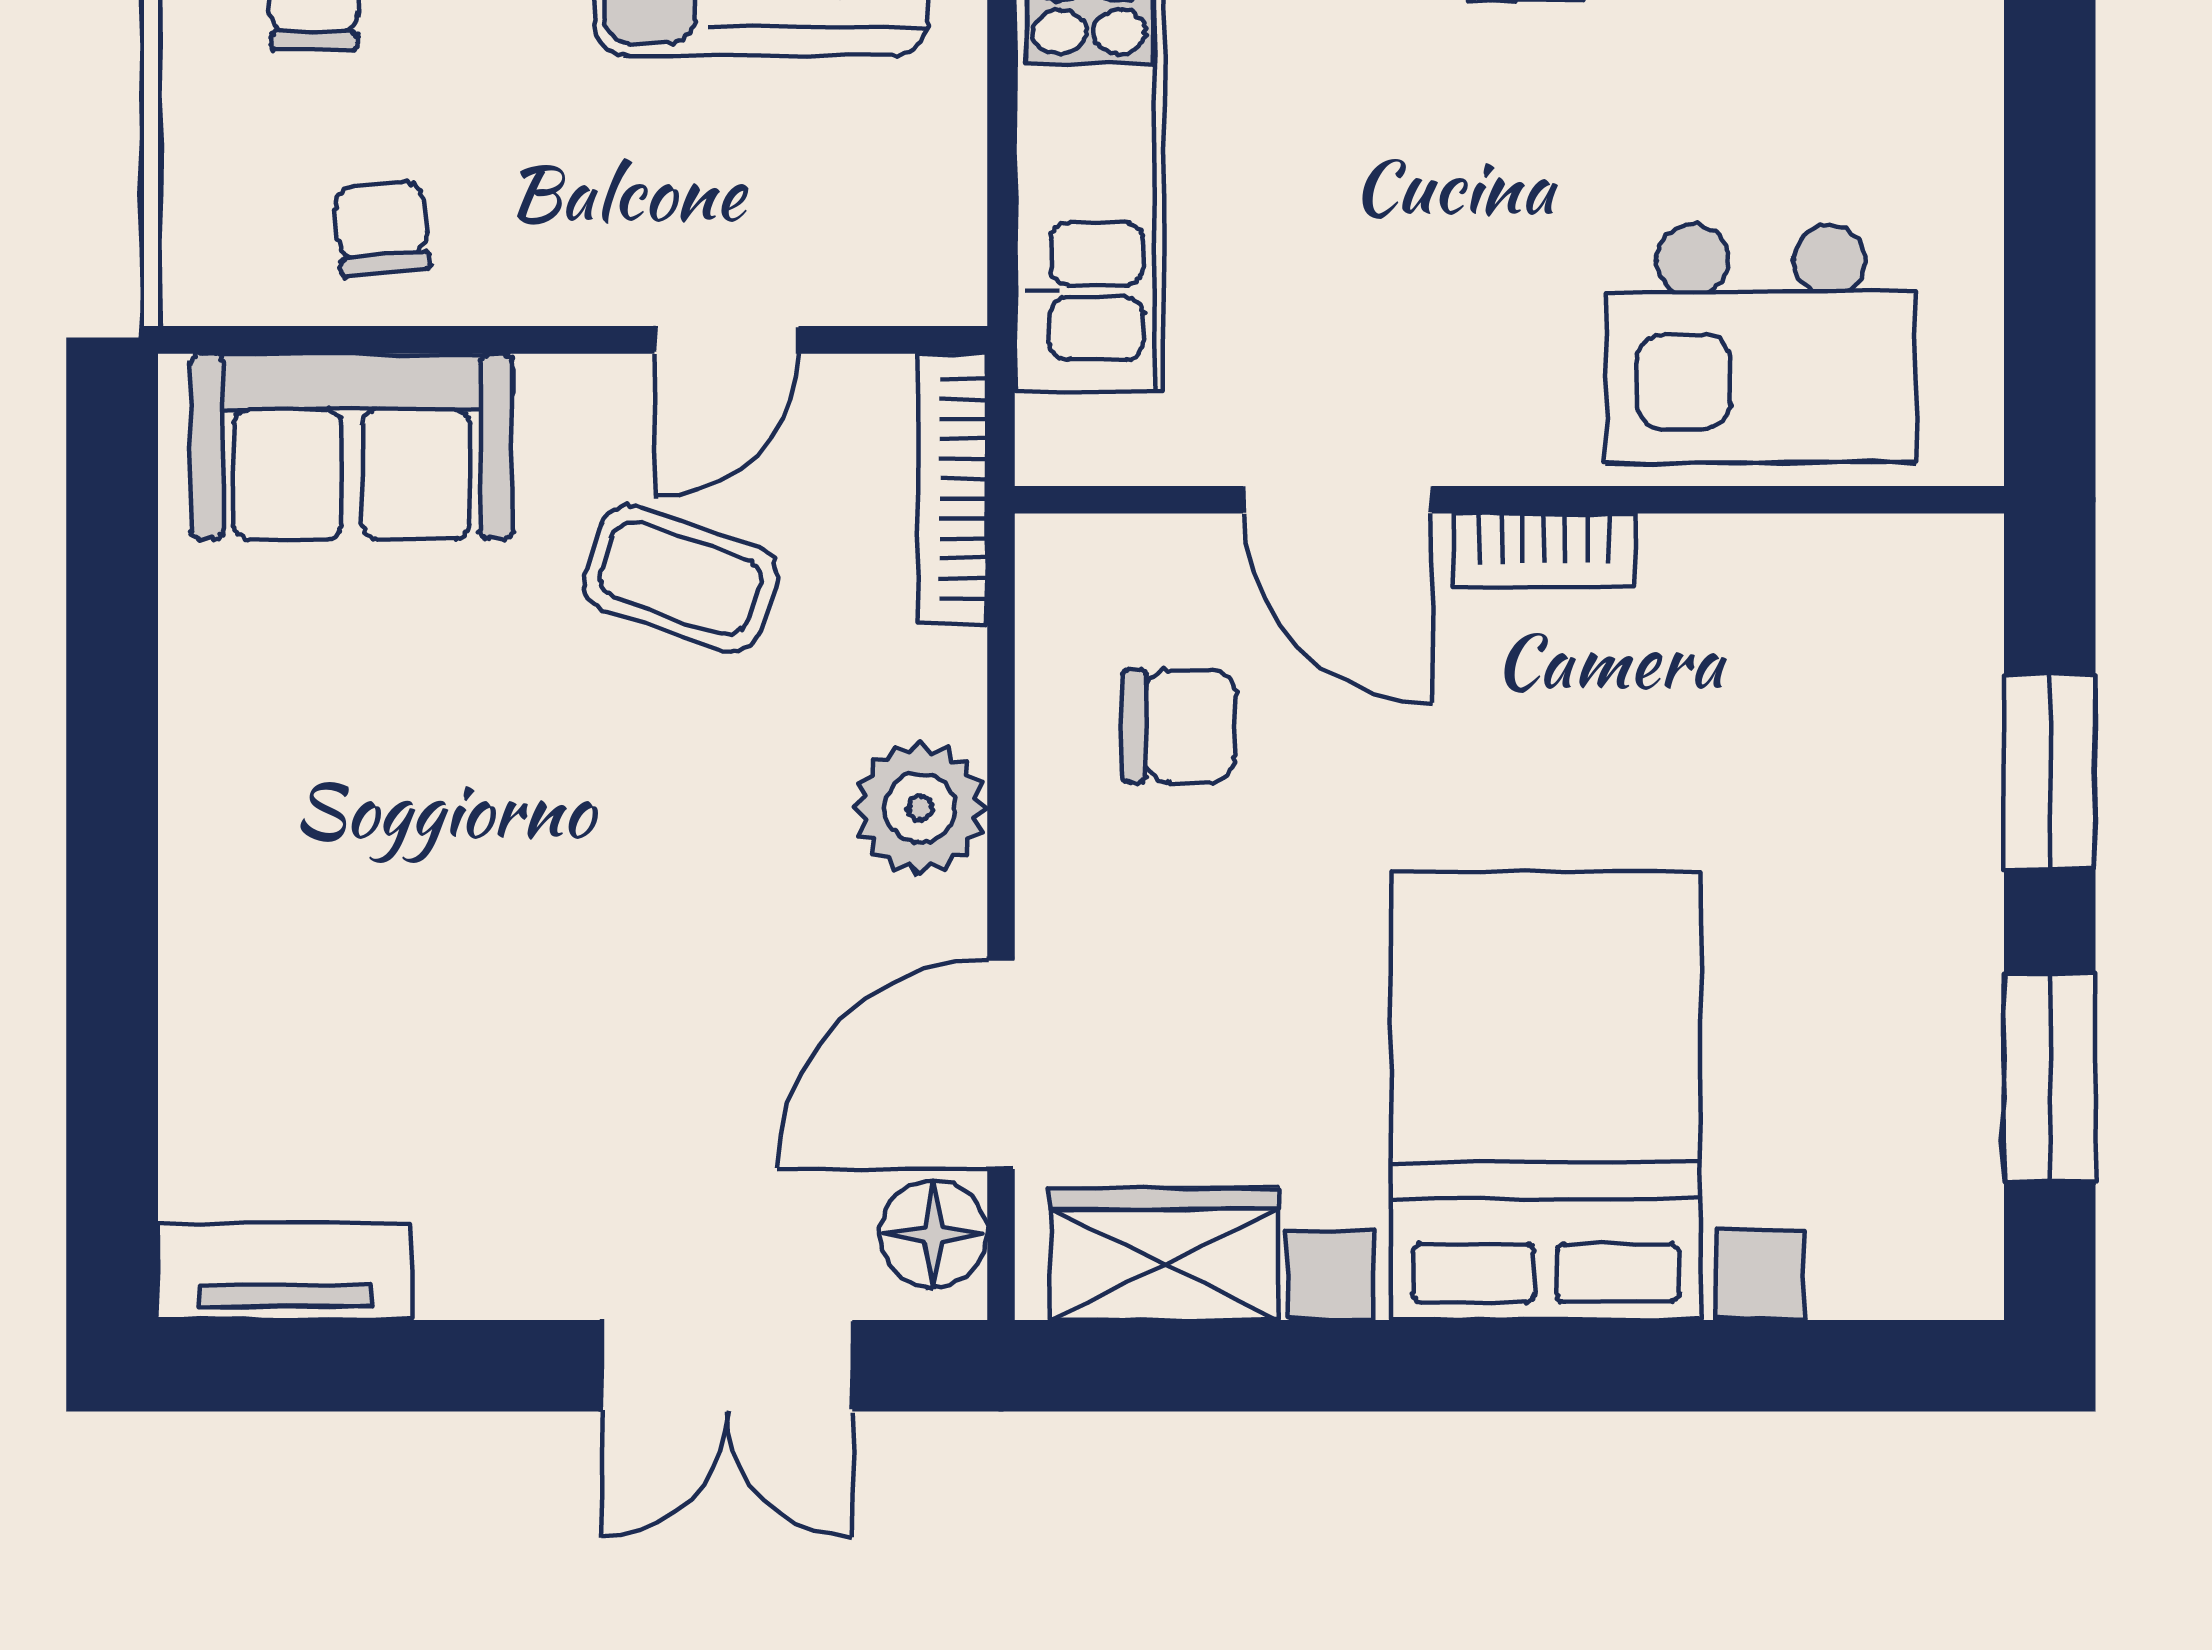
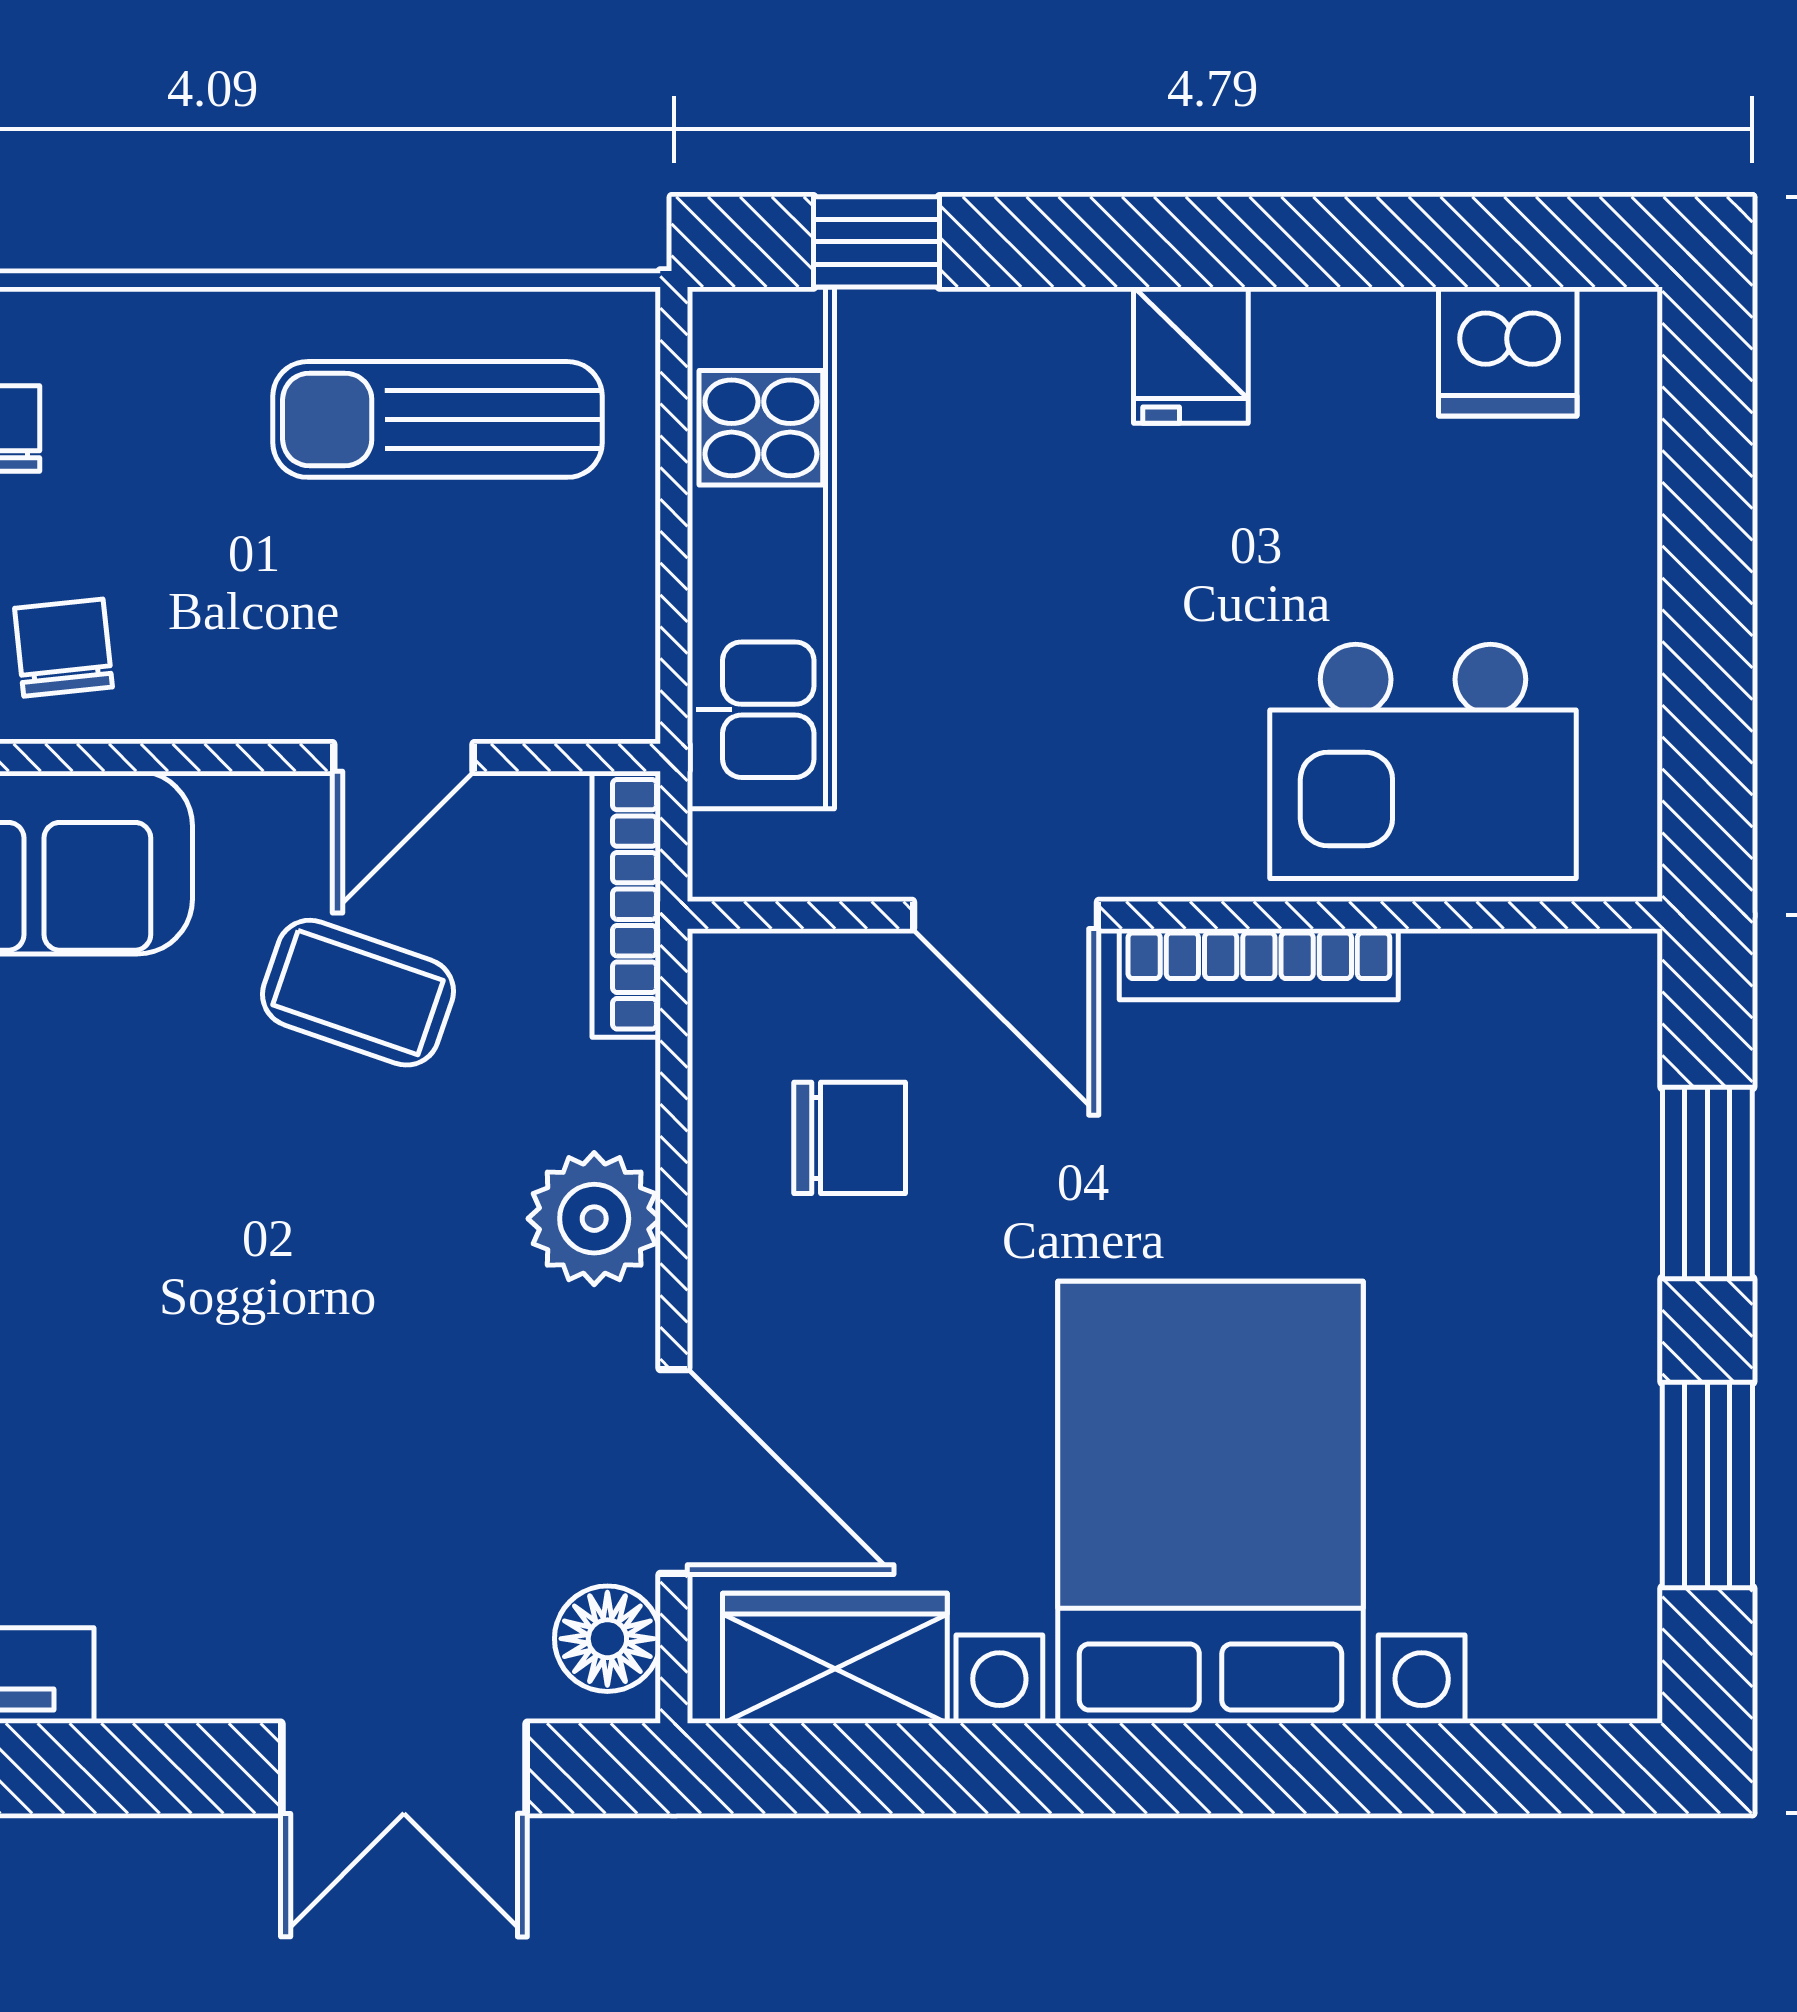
bookcase: (1544, 550) -> (1259, 964), width x1.56
door: (1001, 1064) -> (674, 1472), swing flipped

